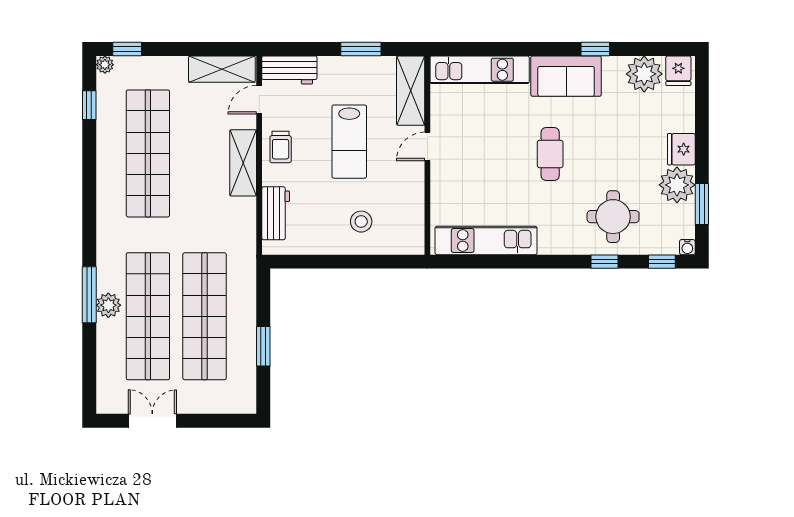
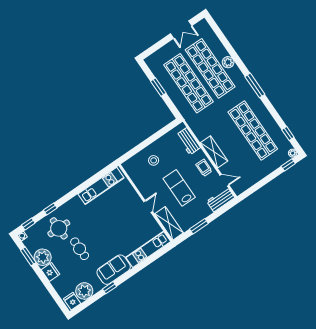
shelving: (222, 69) -> (247, 182), removed
door: (259, 100) -> (224, 180), hinge flipped
cafe table: (550, 154) -> (80, 249), moved
window: (89, 295) -> (255, 85), moved

